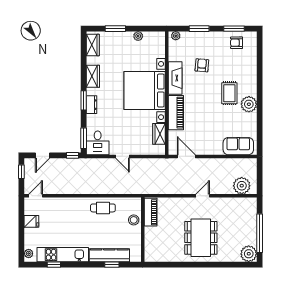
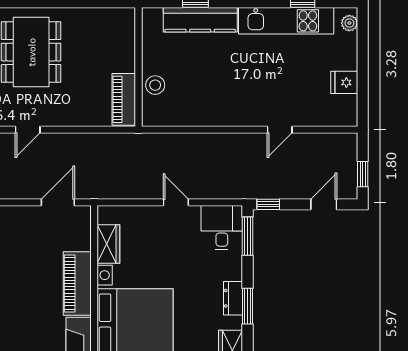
door: (186, 156) -> (58, 202), swing flipped
door: (36, 196) -> (280, 130), moved
cafe table: (103, 208) -> (212, 107), removed

